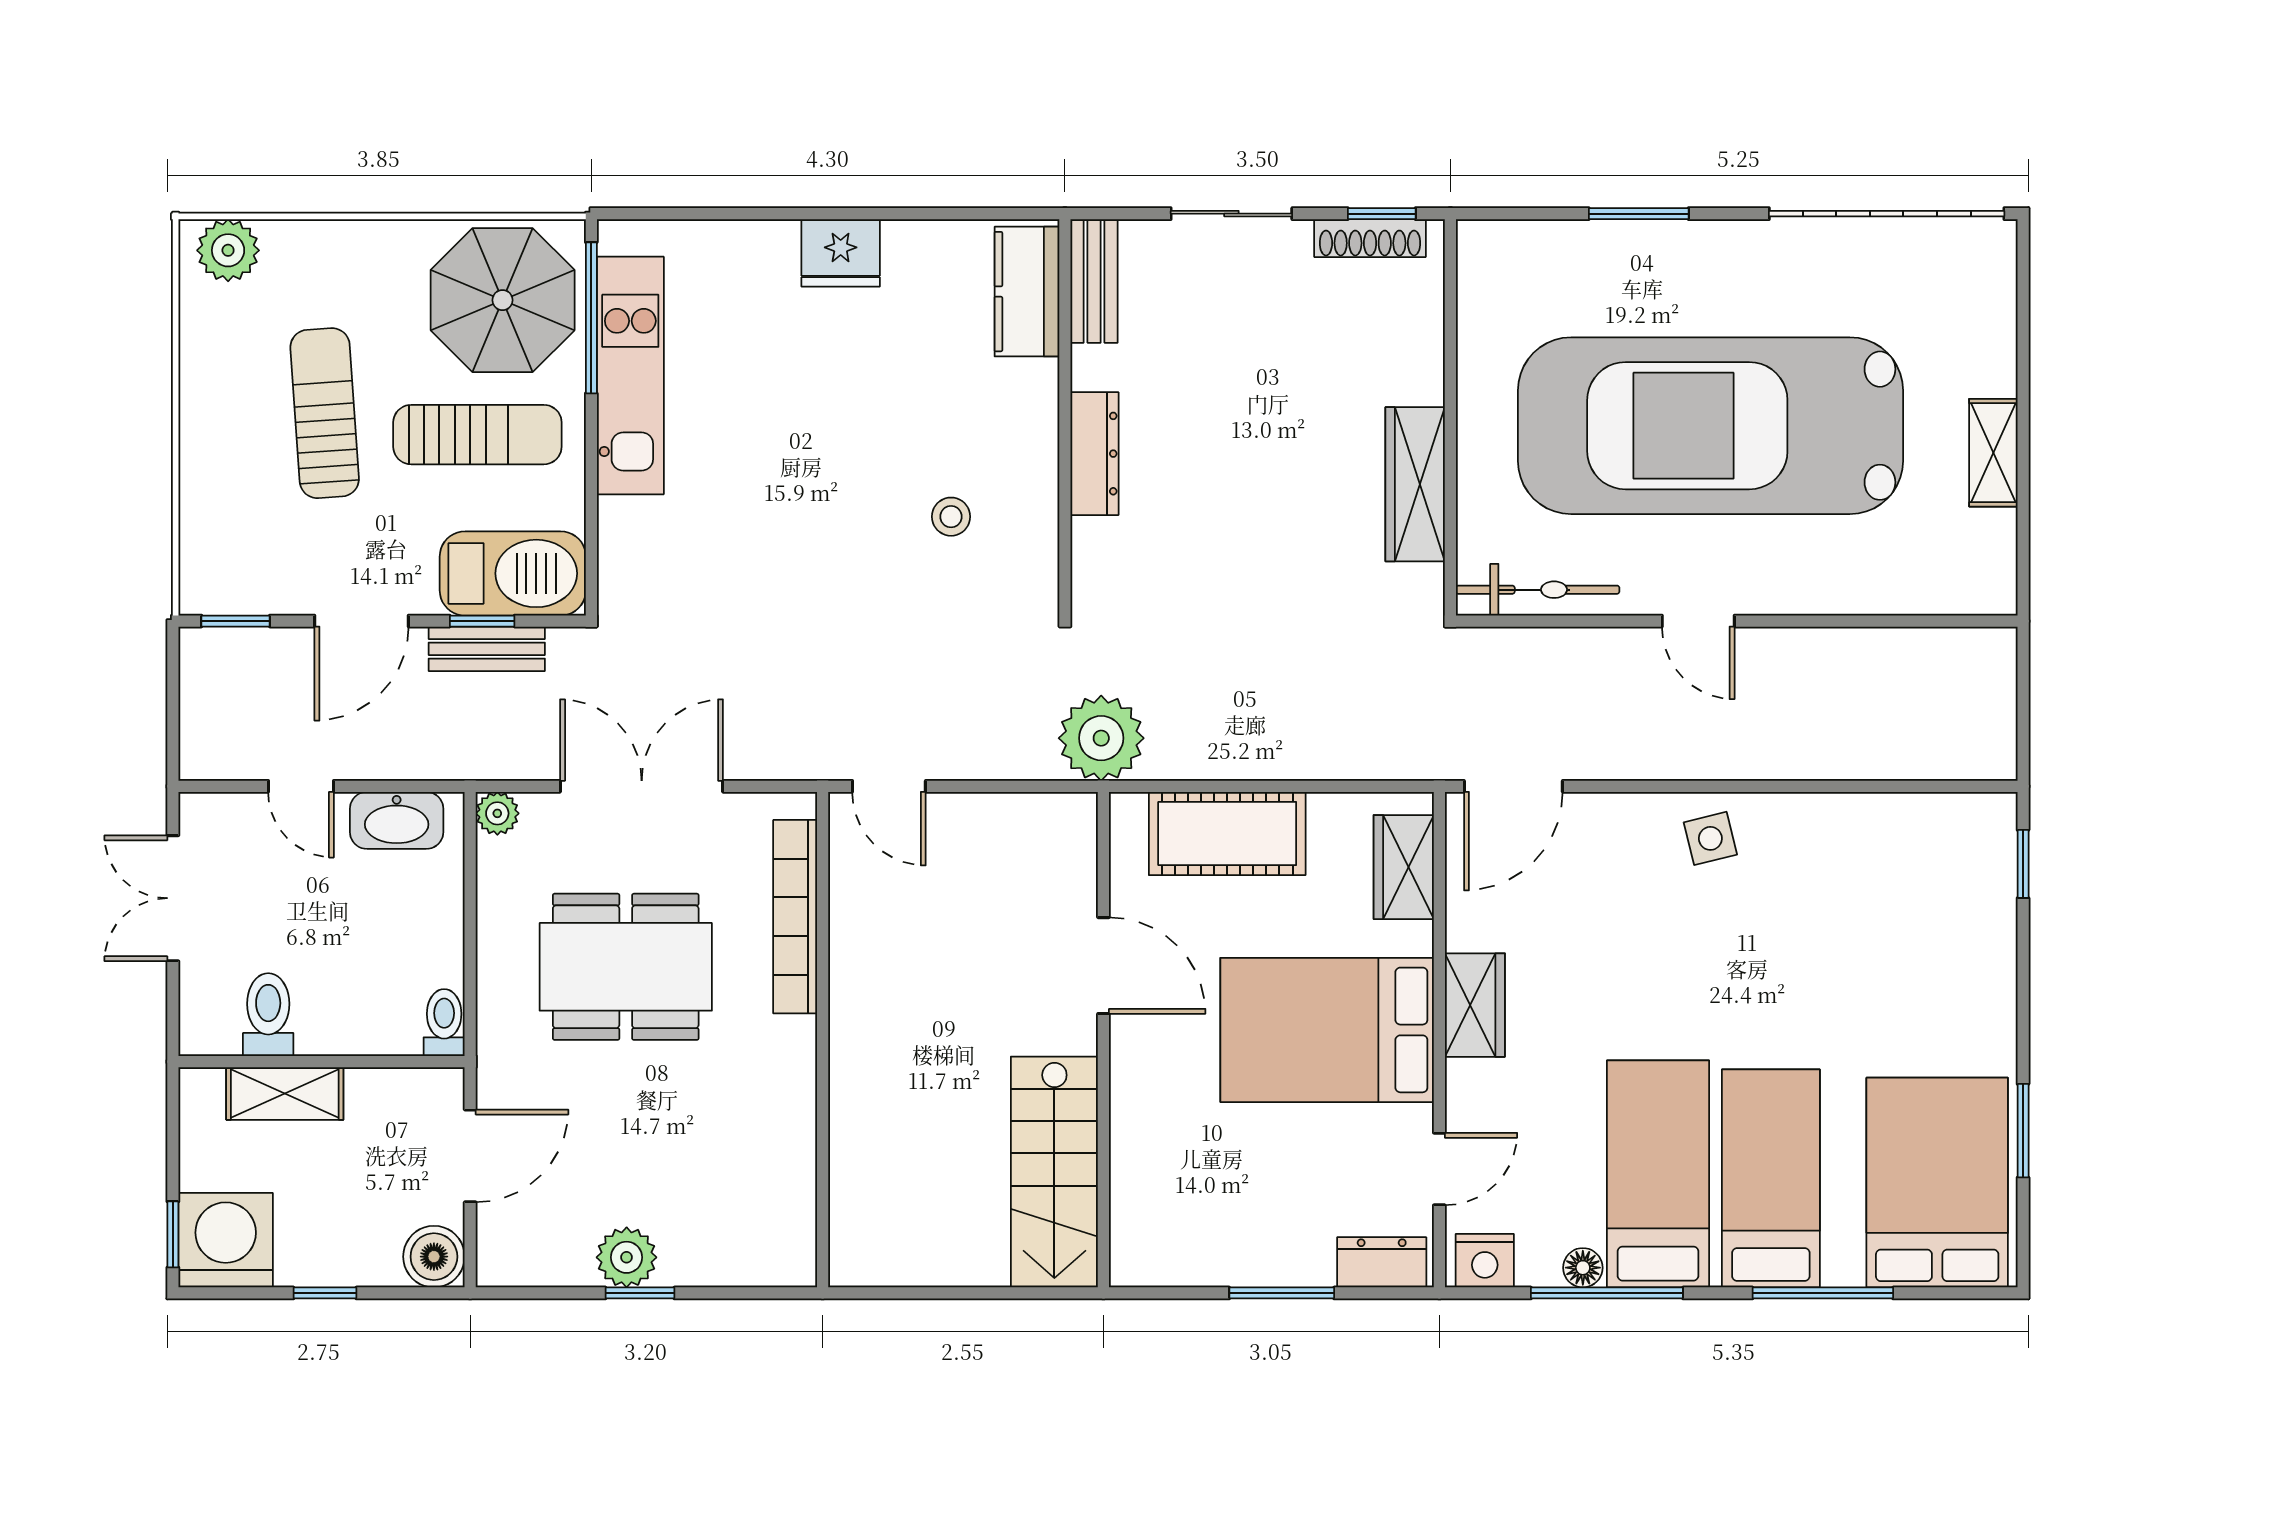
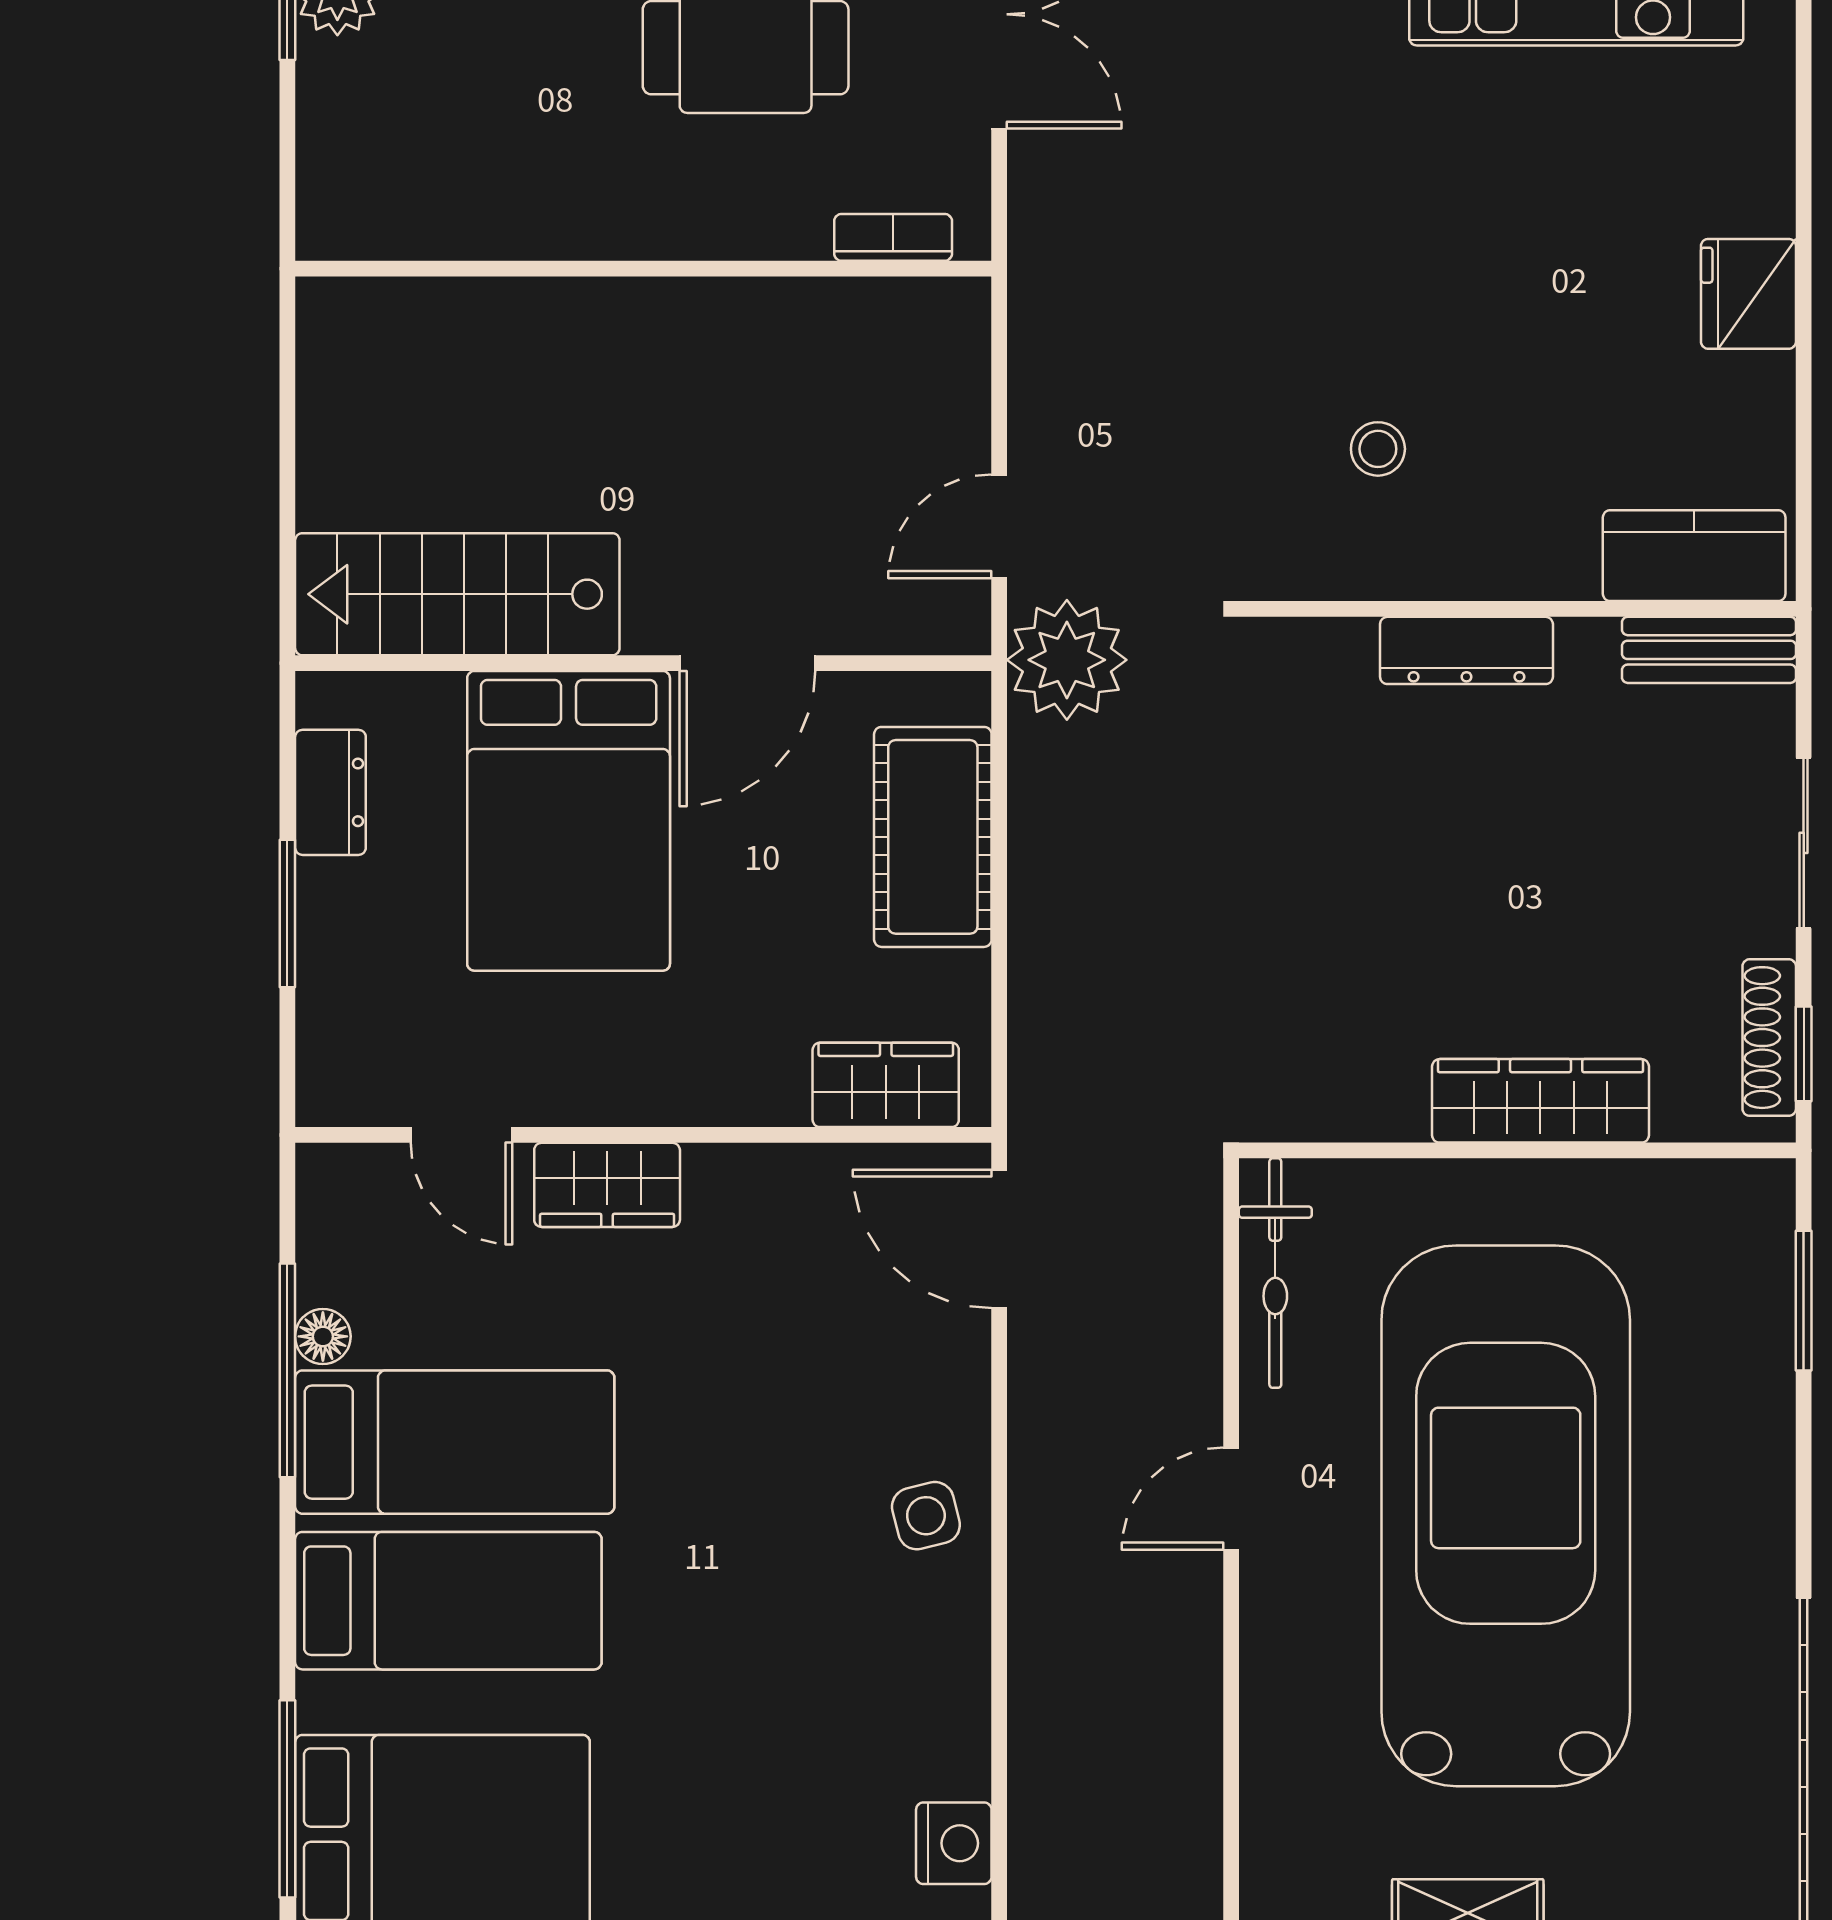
window: (1639, 214) -> (1804, 1301), moved
wardrobe: (1415, 484) -> (1540, 1101), moved
door: (889, 786) -> (999, 526), moved
bookcase: (795, 917) -> (893, 237), width x0.43, depth x0.76
wardrobe: (1475, 1005) -> (607, 1185), moved
bed: (1327, 1030) -> (569, 821), moved, turned 180
nightstand: (1485, 1261) -> (954, 1843), moved, turned 180
dresser: (1382, 1262) -> (330, 792), moved
window: (1823, 1293) -> (287, 1799), moved

